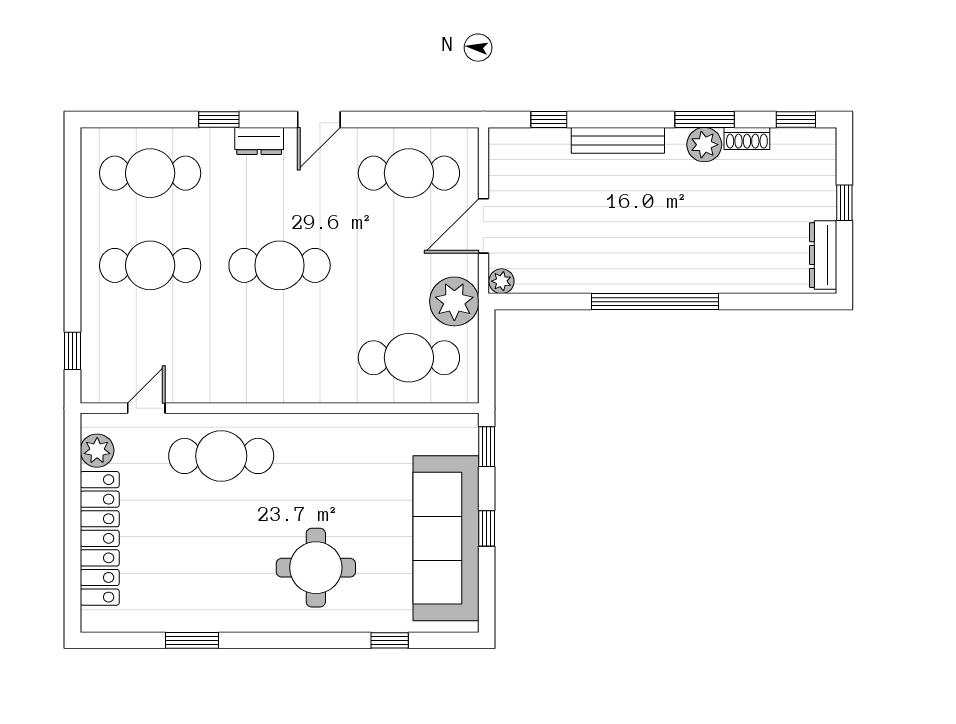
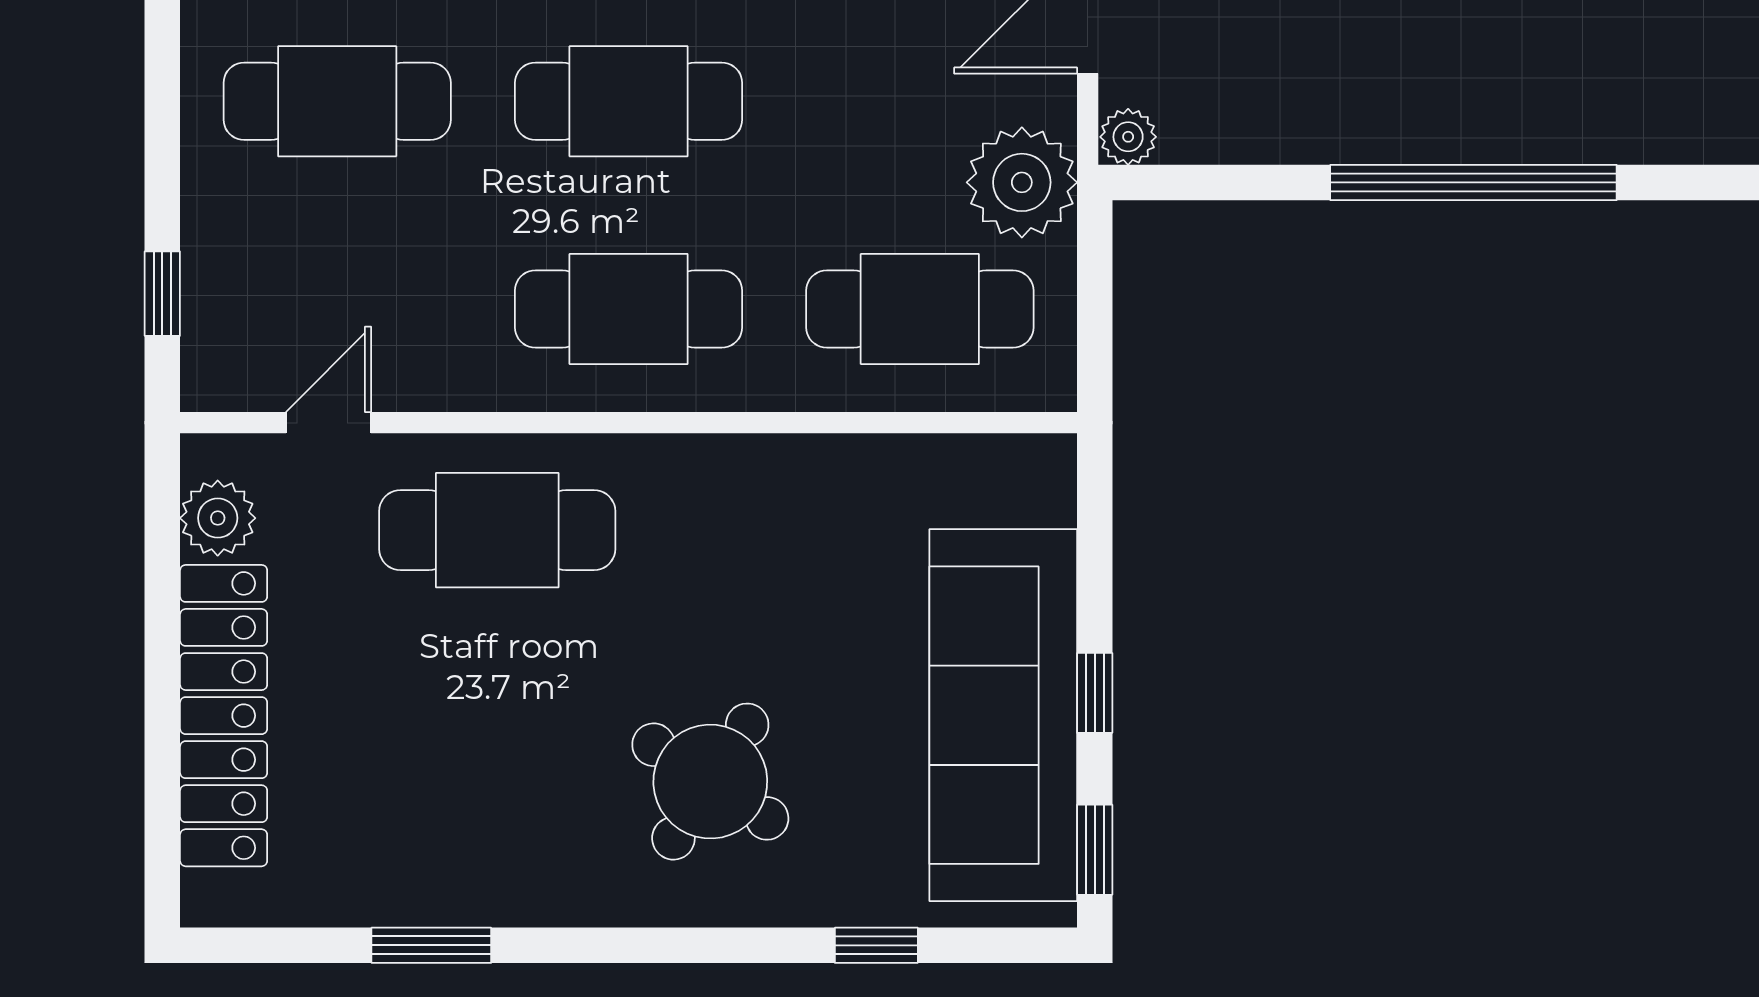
cafe table: (280, 358) -> (629, 309), added
window: (487, 447) -> (1095, 850), moved
round table: (316, 568) -> (710, 782), turned 33

